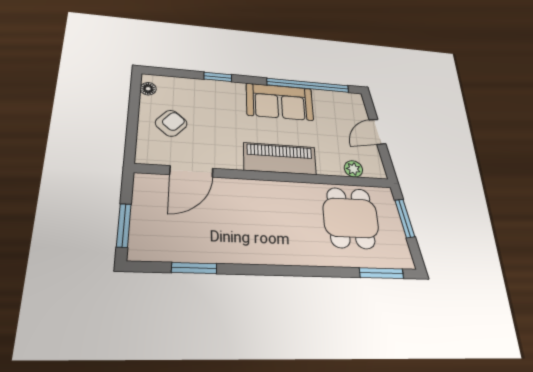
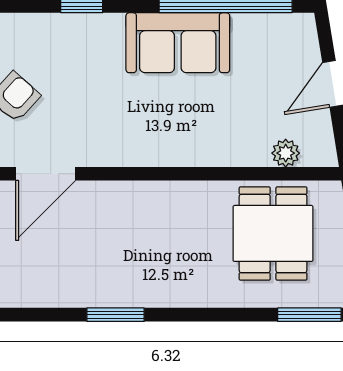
piano: (280, 159) -> (174, 144), removed
window: (194, 268) -> (115, 315), moved

